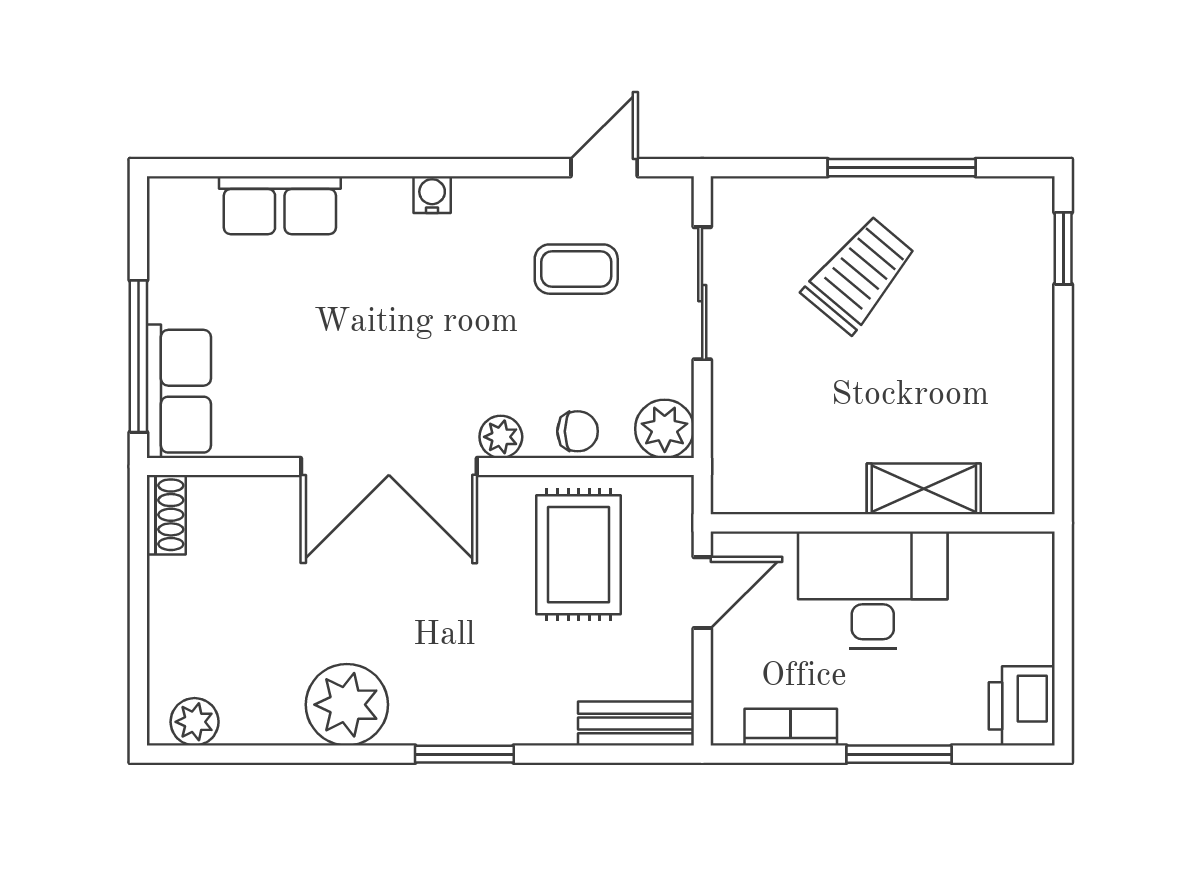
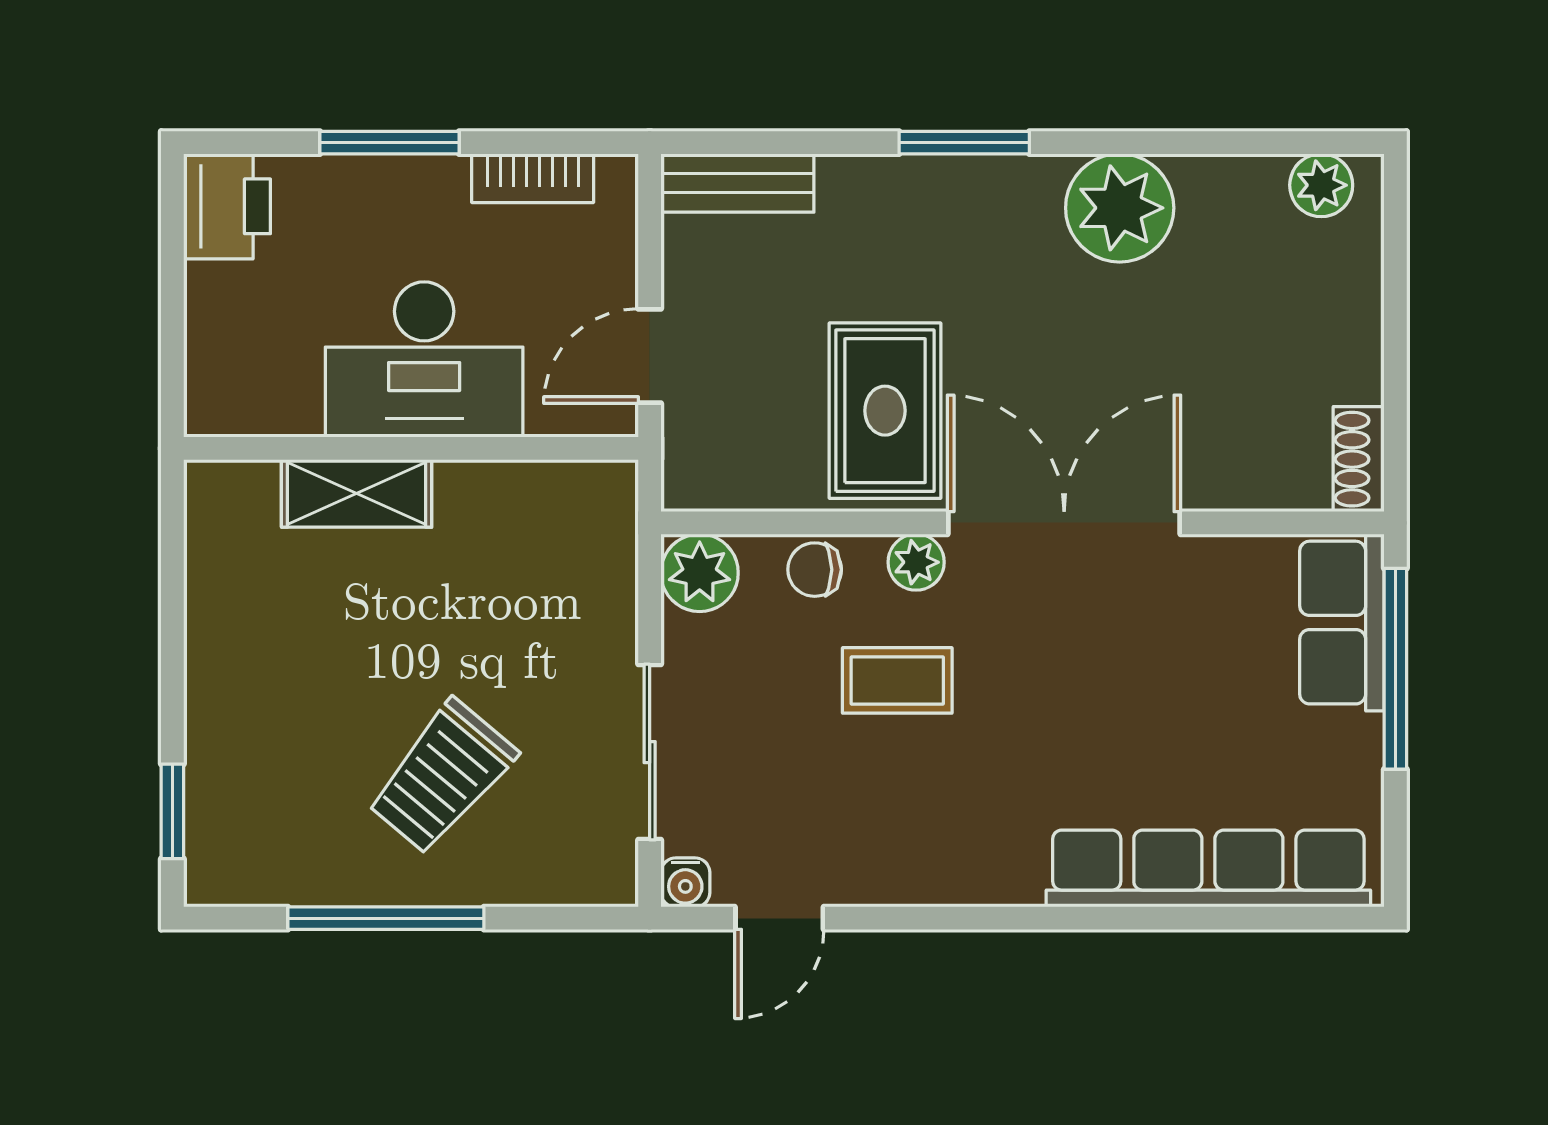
water cooler: (432, 195) -> (685, 882), moved
row of seats: (280, 205) -> (1208, 869), width x2.02
coffee table: (576, 269) -> (897, 680), moved
rug: (579, 555) -> (885, 411), moved

